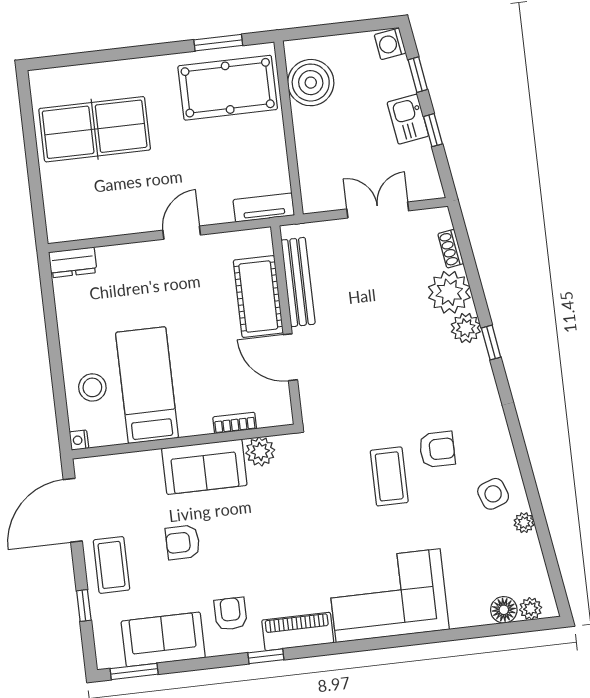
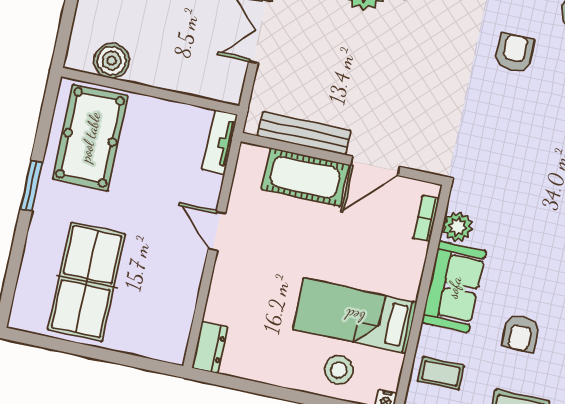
window: (218, 43) -> (31, 186), moved
boiler: (311, 83) -> (112, 61), width x0.73, depth x0.73
bookcase: (235, 423) -> (426, 219), moved
coffee table: (389, 476) -> (441, 373), moved, width x0.73, depth x0.77

